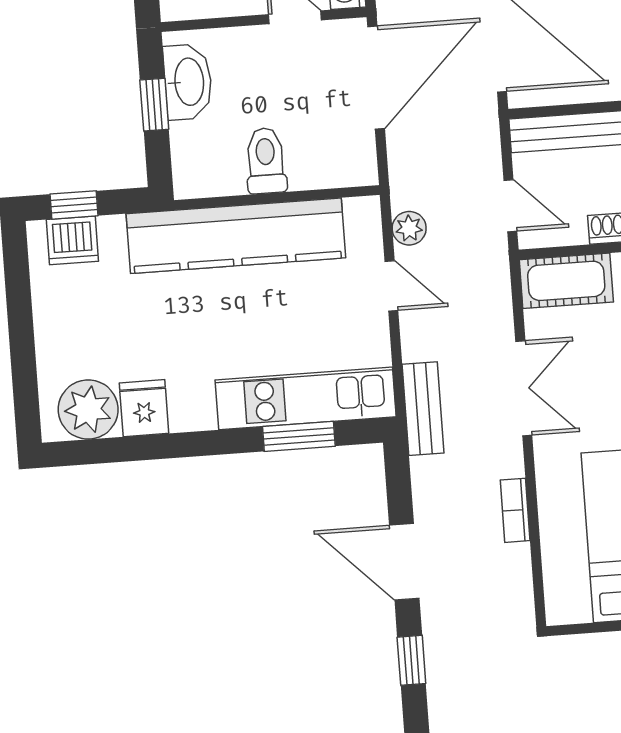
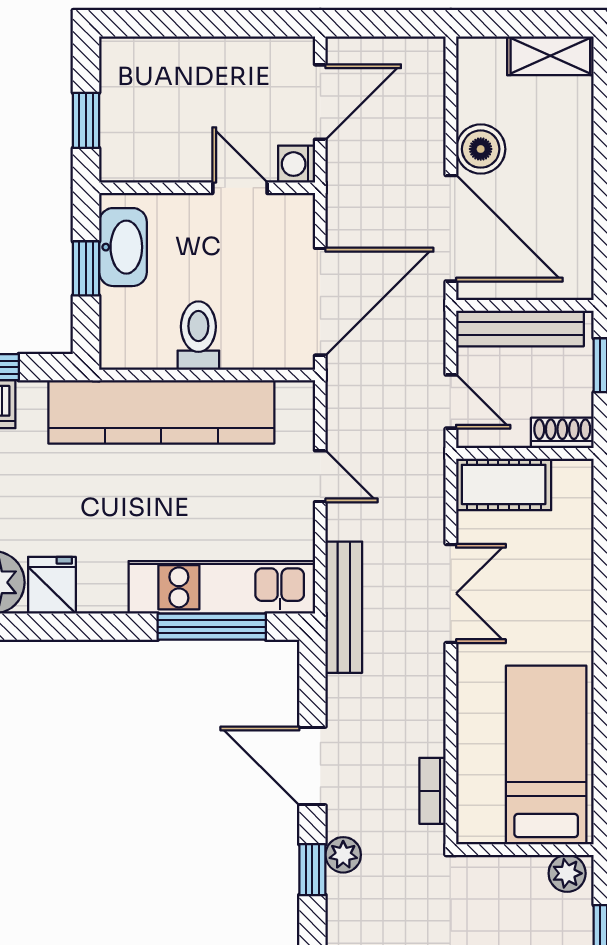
door: (376, 77) -> (320, 302), moved
plant: (409, 228) -> (343, 855), moved
bench: (423, 409) -> (344, 607), width x1.36
window: (299, 436) -> (212, 627), width x1.44
bookcase: (515, 510) -> (432, 791), moved

